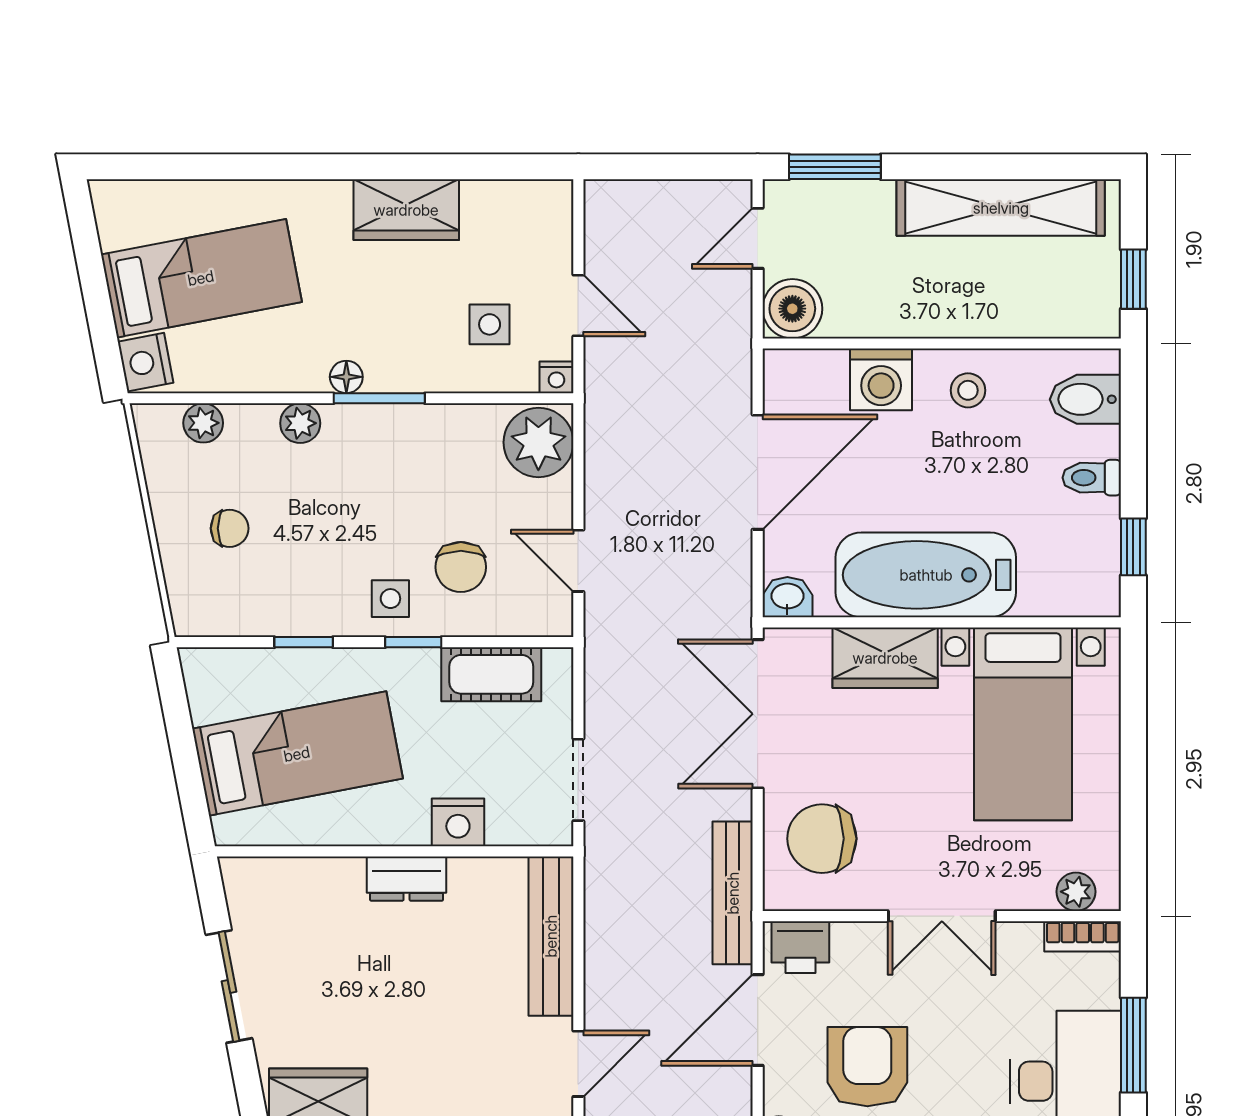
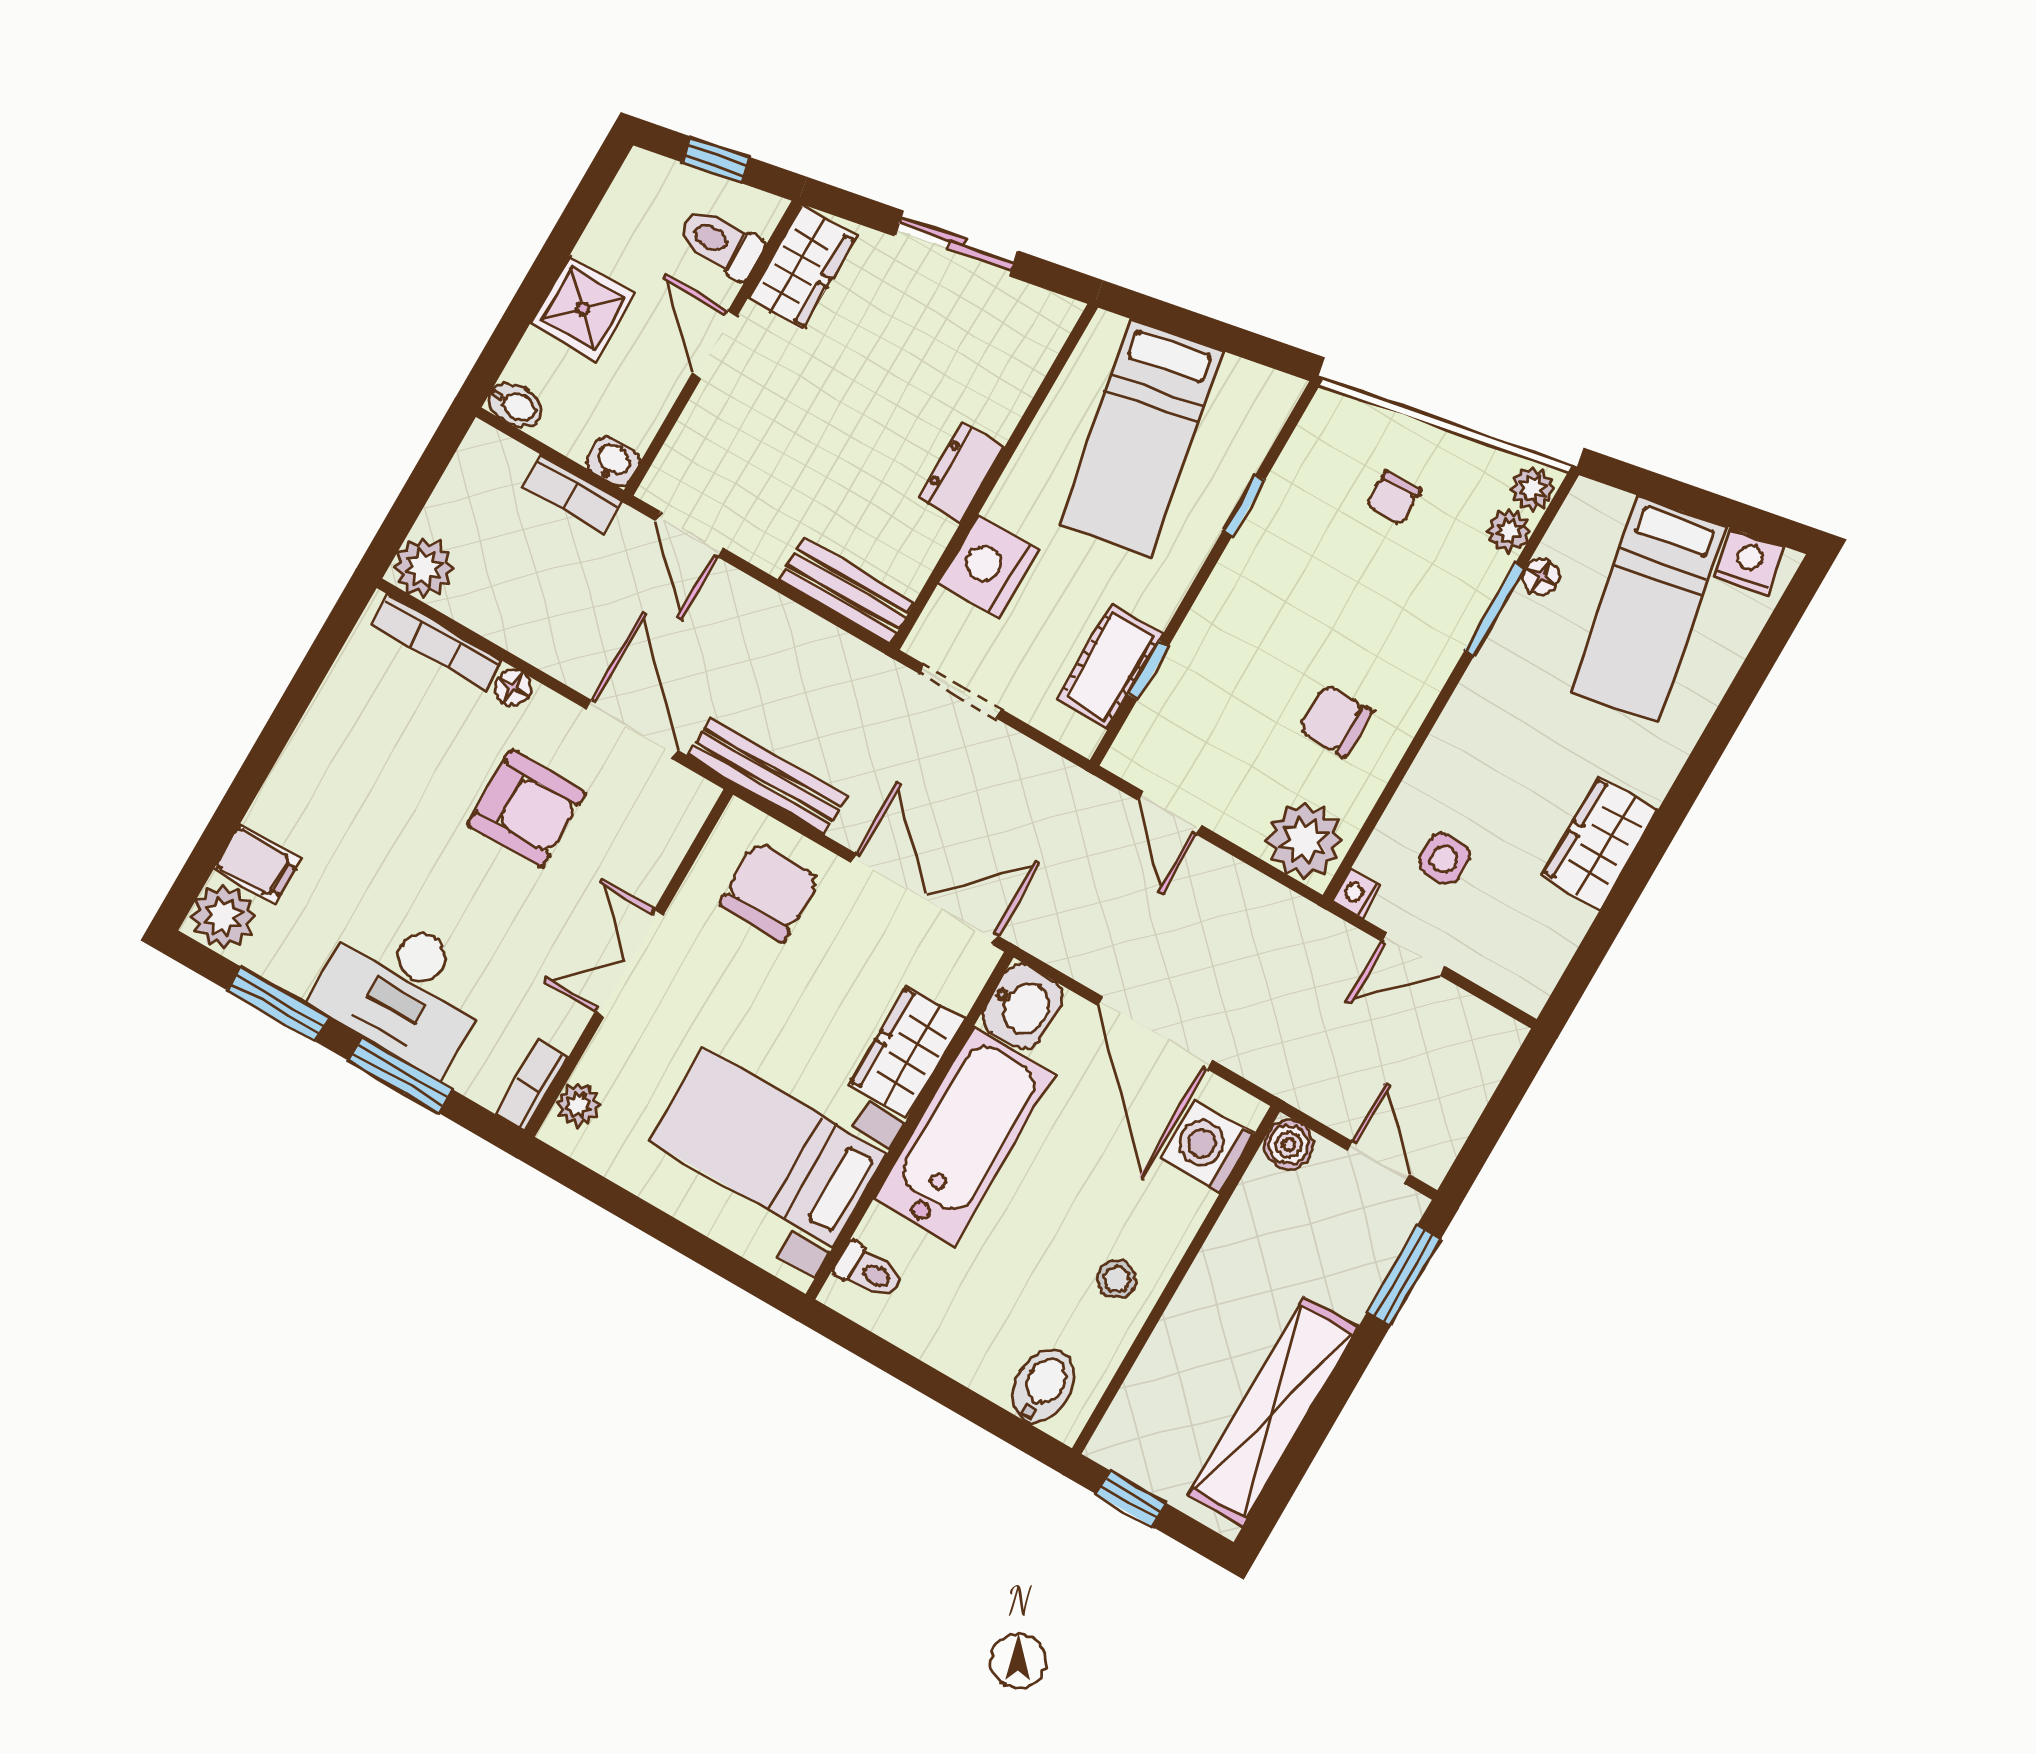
boiler: (792, 309) -> (1289, 1145), width x0.73, depth x0.73
nightstand: (146, 362) -> (1748, 562), moved
floor lamp: (346, 377) -> (1541, 577), moved
washing machine: (881, 379) -> (1208, 1146), moved
window: (379, 398) -> (1495, 609), moved
plant: (300, 423) -> (1533, 489), moved
toilet: (1092, 478) -> (869, 1271), moved, turned 90
window: (1133, 547) -> (876, 1350), removed
door: (578, 561) -> (1170, 813), swing flipped
chair: (461, 567) -> (1335, 721), moved
washbasin: (787, 597) -> (1022, 1006), width x1.38, depth x1.45
side table: (390, 599) -> (1237, 612), removed
window: (413, 642) -> (1148, 670), moved
nightstand: (458, 822) -> (989, 566), width x1.36, depth x1.33
bench: (551, 936) -> (847, 591), width x0.73
printer: (800, 947) -> (678, 811), removed

